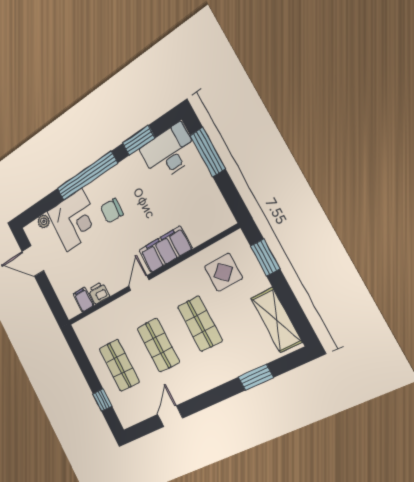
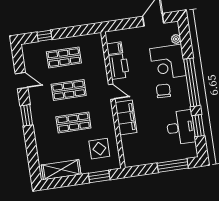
desk: (169, 152) -> (181, 127), moved
printer: (99, 293) -> (119, 66), width x1.87, depth x1.48
window: (256, 377) -> (27, 115), moved

